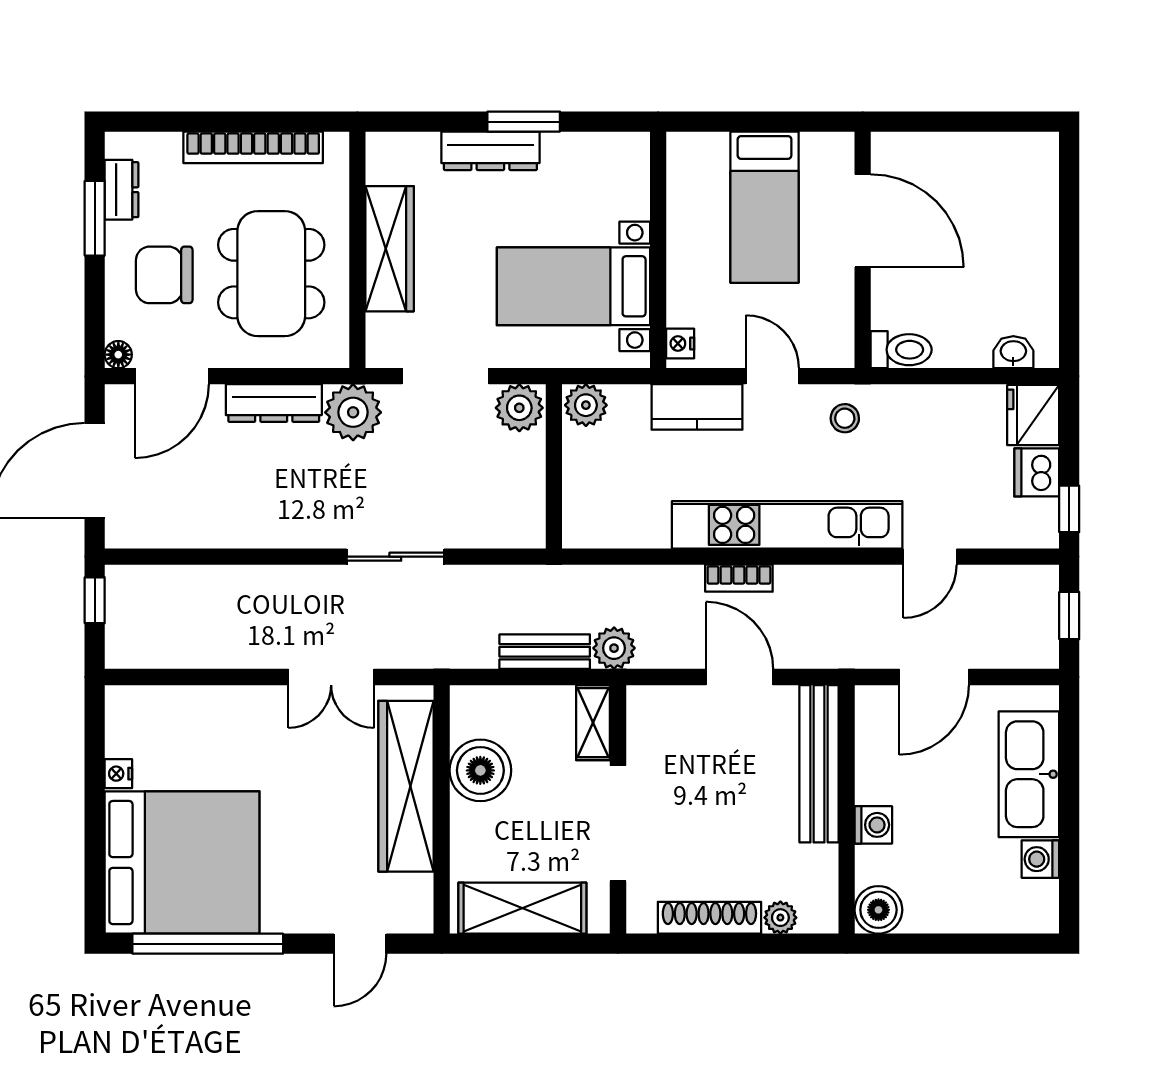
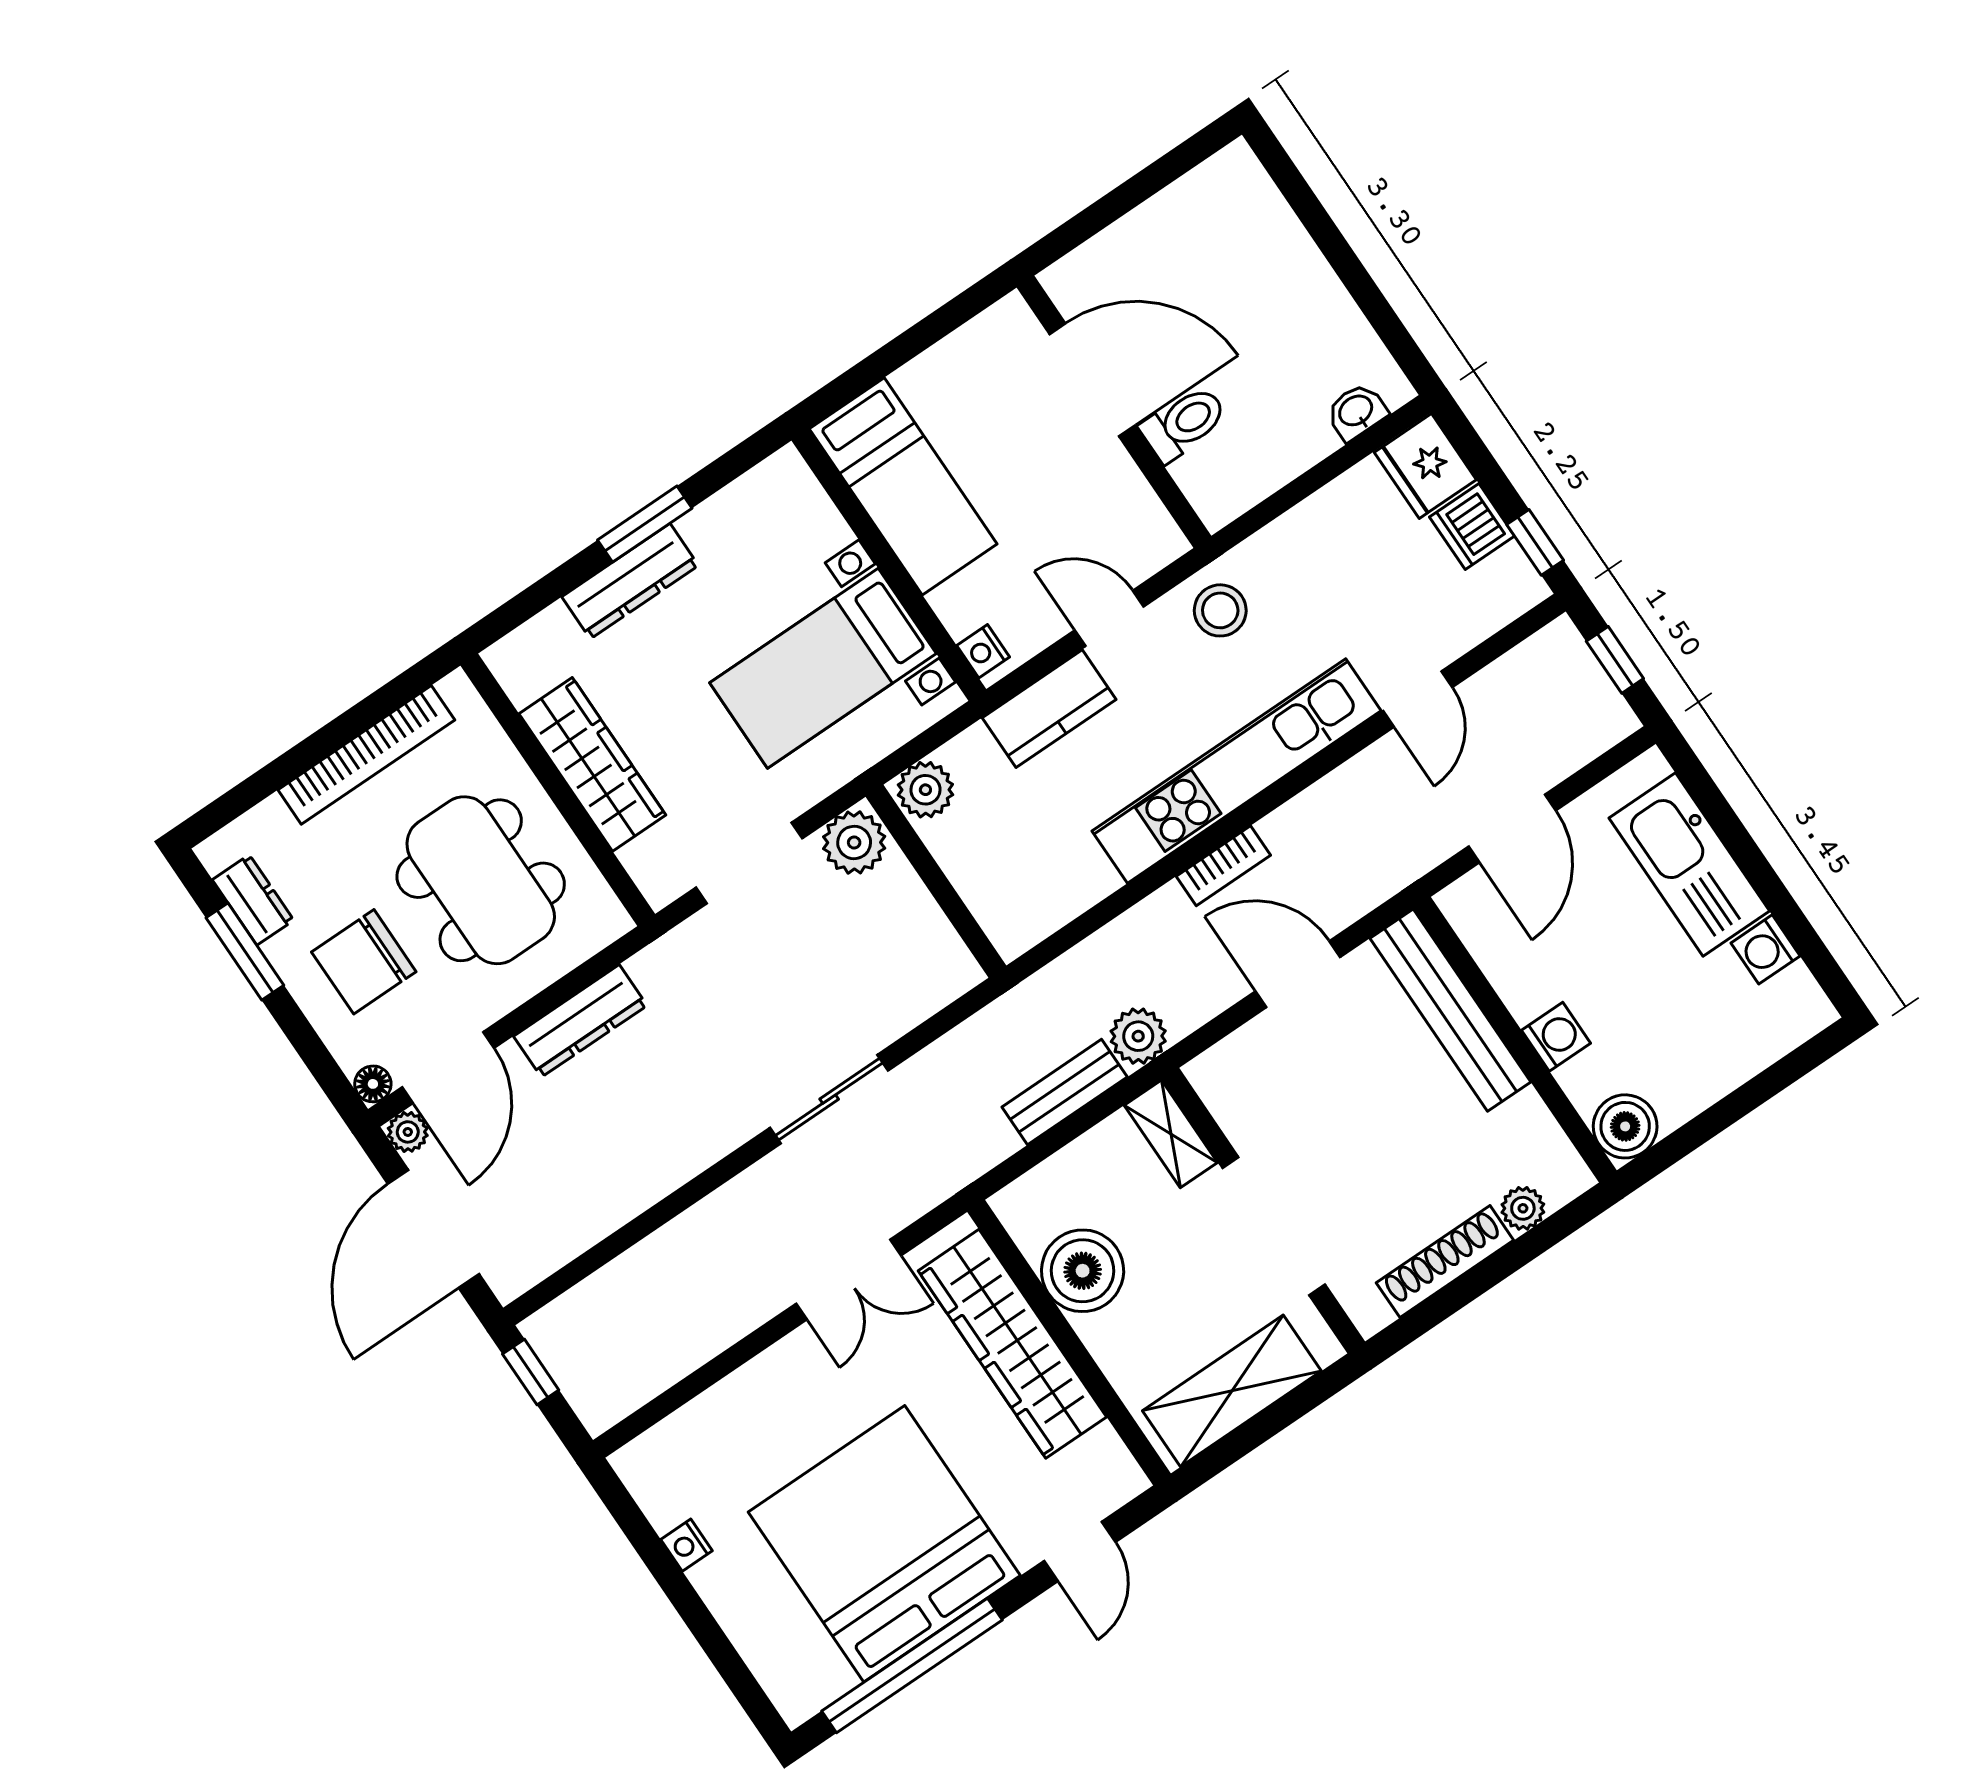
bed: (765, 207) -> (903, 486), moved
toilet: (901, 350) -> (1184, 423), moved
plant: (353, 412) -> (408, 1132), moved, width x0.53, depth x0.53
stool: (845, 418) -> (1220, 610), width x1.37, depth x1.37
bed: (182, 863) -> (884, 1544), moved, turned -90

